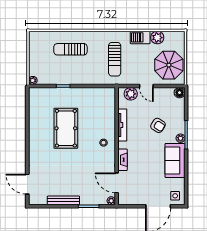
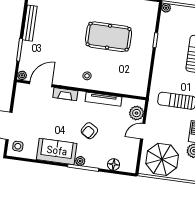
floor lamp: (180, 93) -> (114, 164), moved
armchair: (158, 125) -> (89, 131), moved

